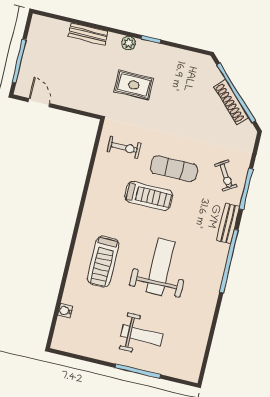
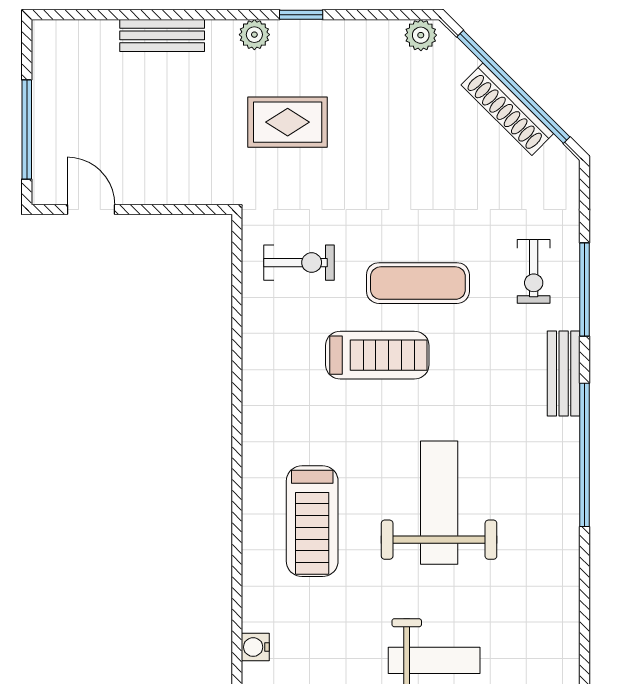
plant: (201, 61) -> (421, 35), added
exercise bike: (226, 176) -> (534, 271), turned 32

